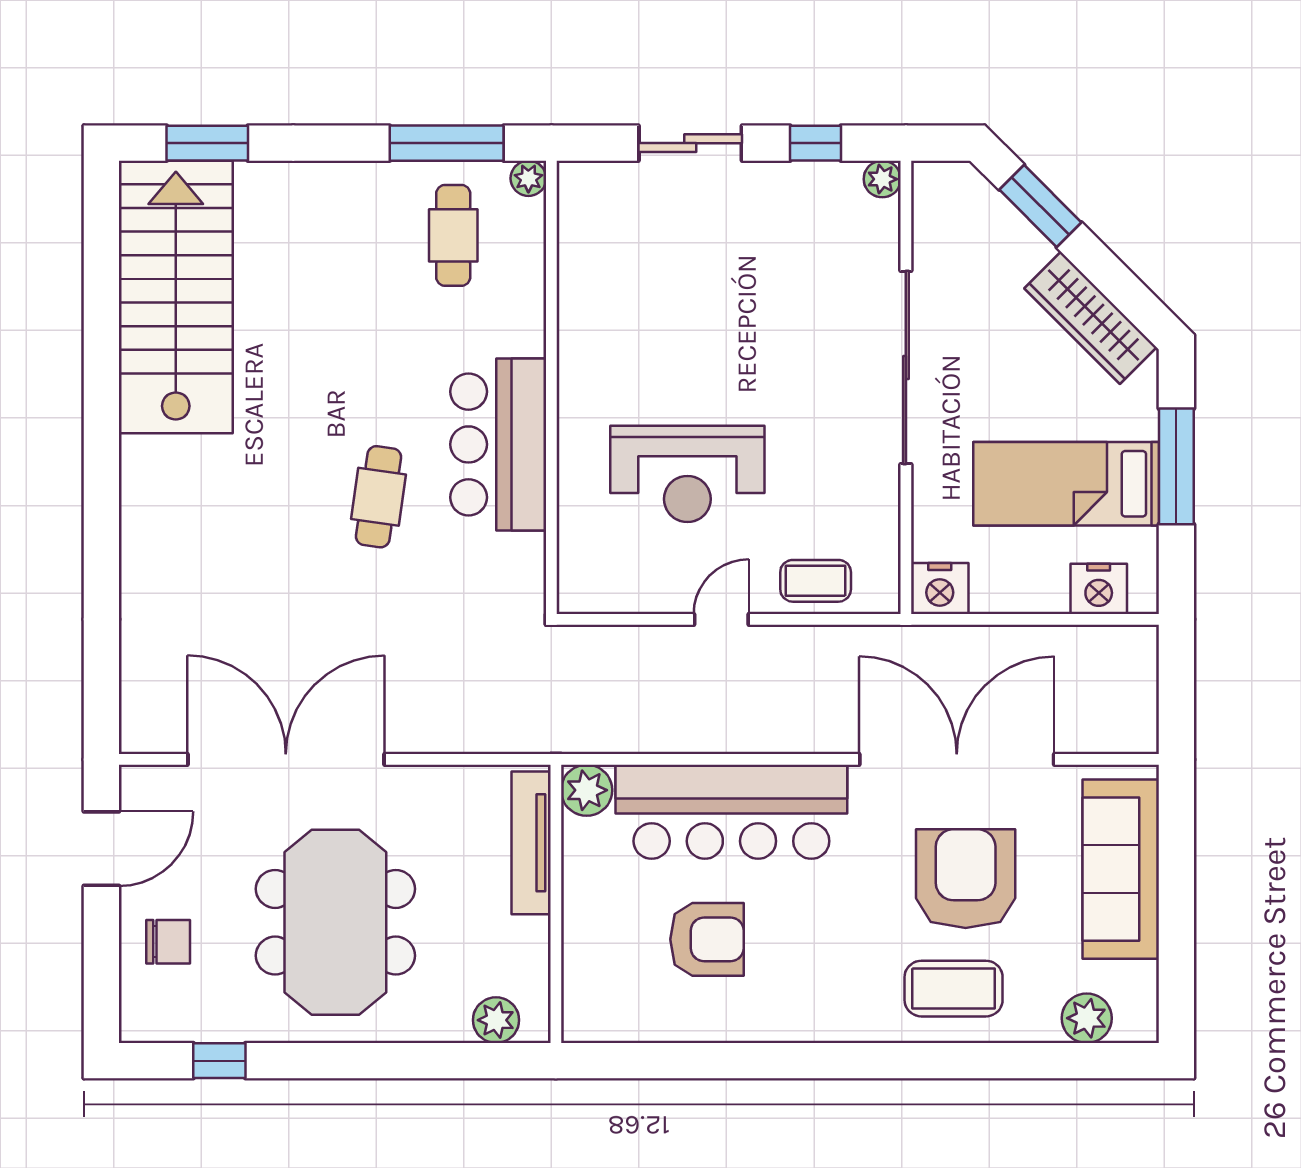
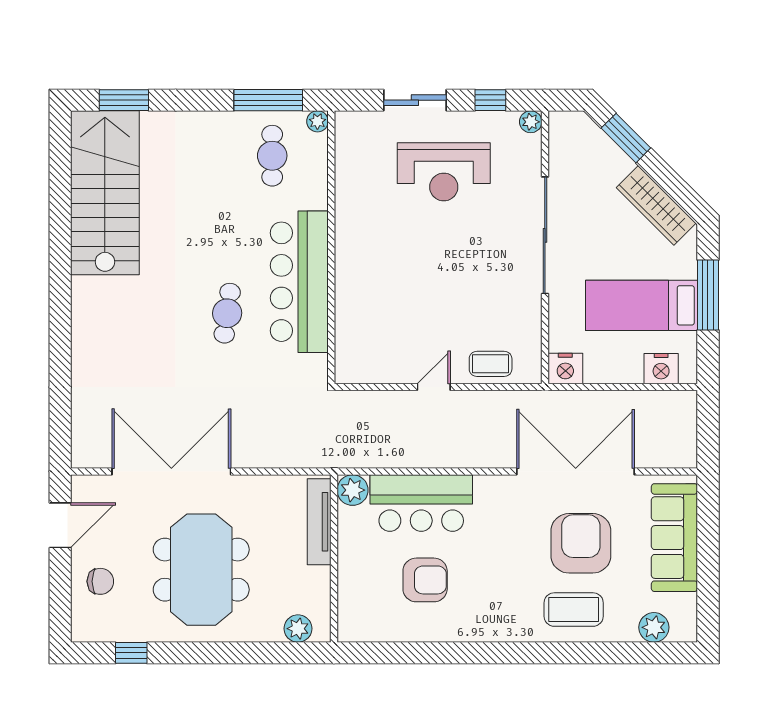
bar counter: (498, 444) -> (299, 282), width x1.36
reception desk: (687, 474) -> (444, 172), moved
bar counter: (731, 812) -> (421, 503), width x0.73

